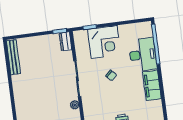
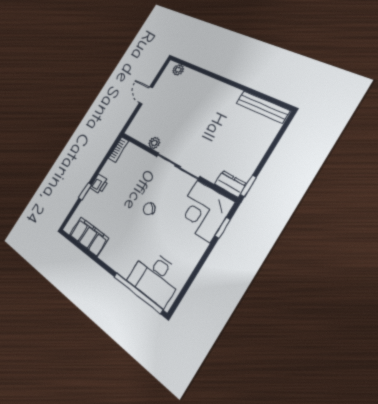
corner desk: (104, 42) -> (204, 211), moved
desk: (143, 55) -> (155, 277), moved
filing cabinet: (152, 85) -> (89, 236), moved

